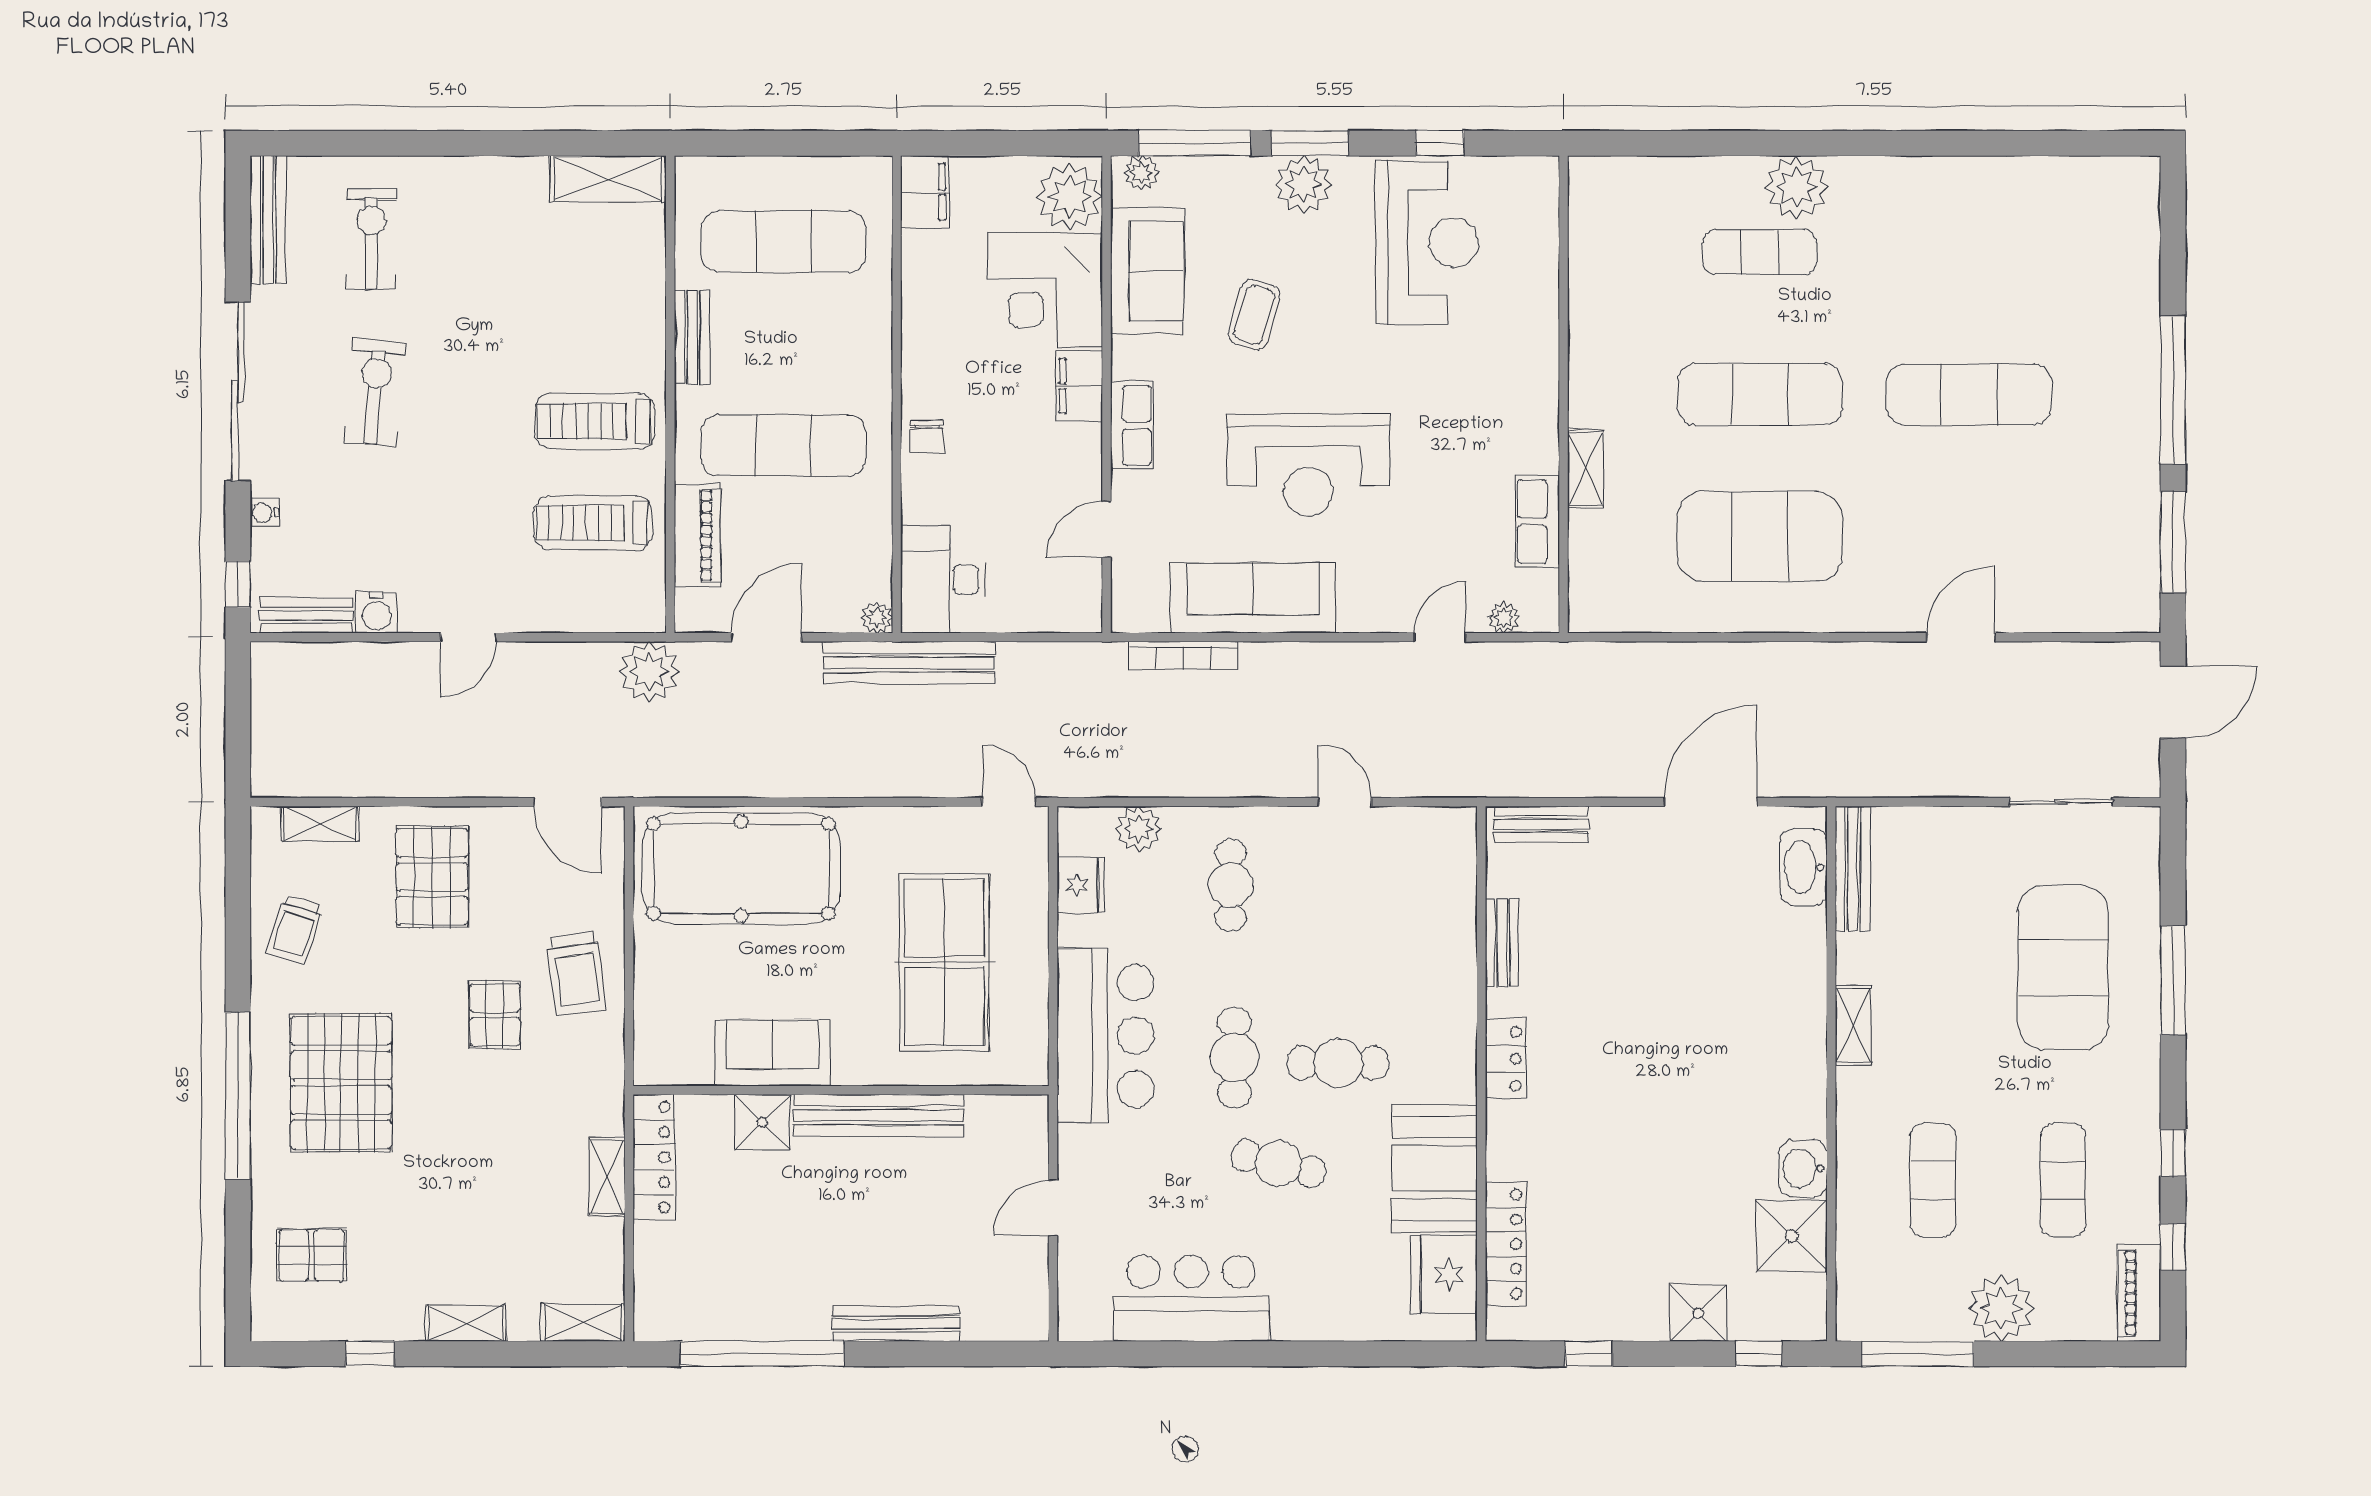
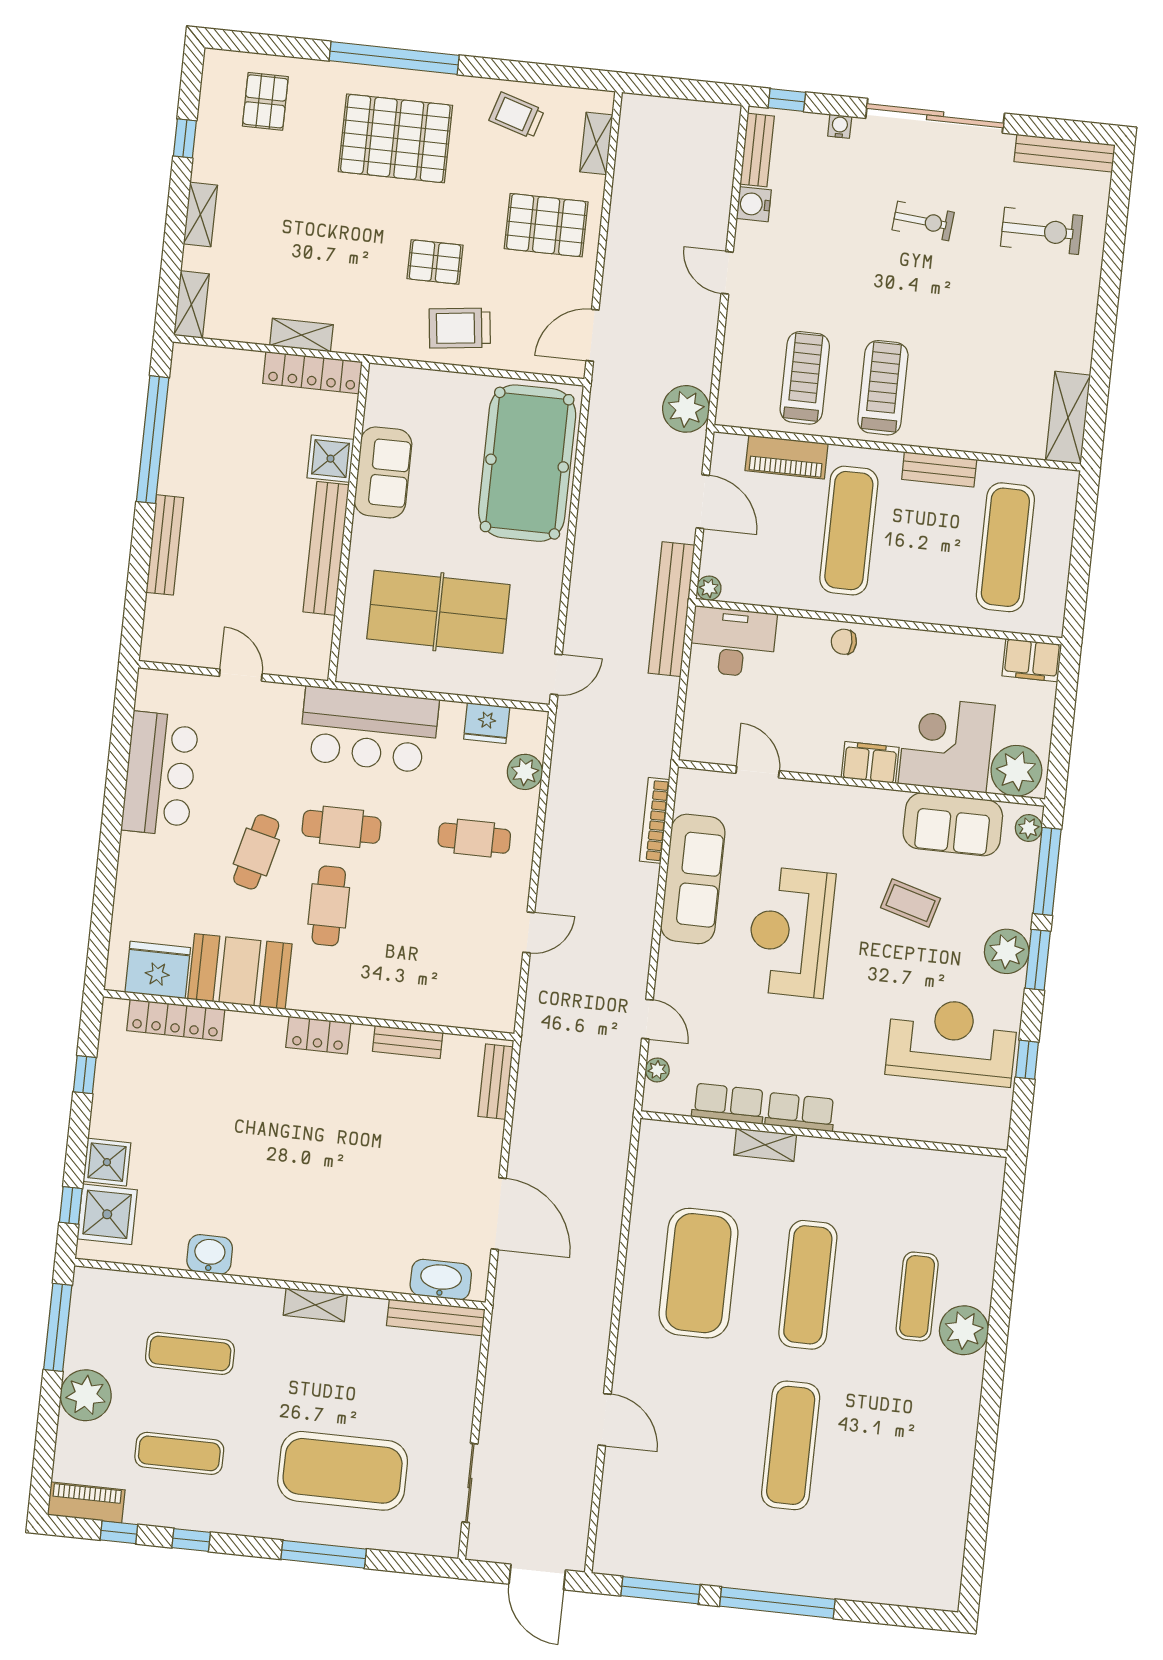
reception desk: (1427, 243) -> (952, 1041), turned 180
exercise bike: (375, 392) -> (923, 221), width x0.73, depth x0.72
row of seats: (1132, 425) -> (800, 1112), moved, turned 180
shower: (1791, 1236) -> (107, 1214), moved

